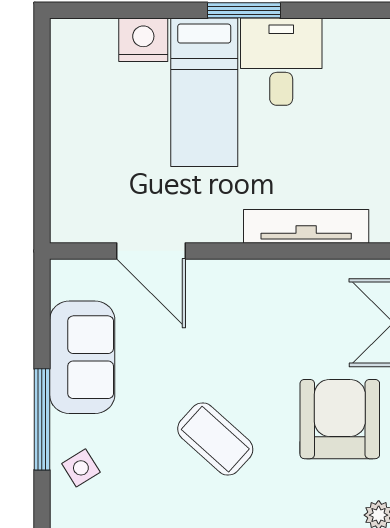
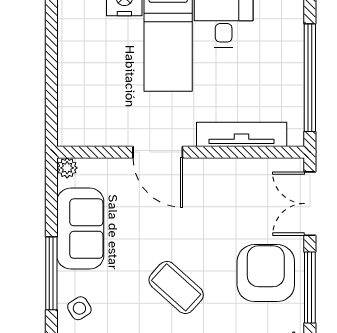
door: (151, 251) -> (158, 152), moved
plant: (64, 273) -> (67, 168), added

